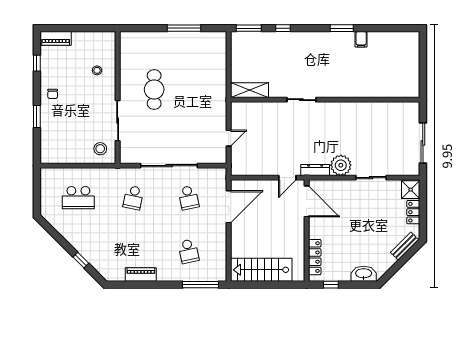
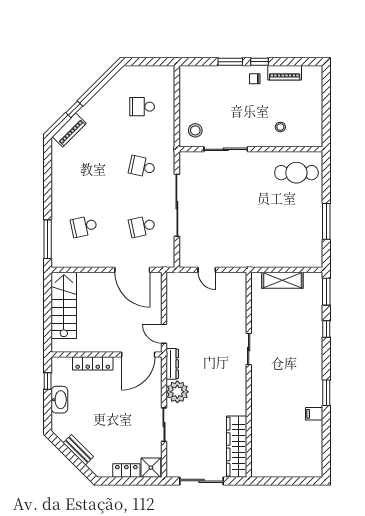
piano: (56, 38) -> (285, 73), moved, turned -90
window: (37, 63) -> (260, 62), moved
cafe table: (154, 89) -> (296, 173), moved
shelving: (249, 90) -> (282, 280), moved, turned 90
wardrobe: (391, 111) -> (237, 447), added
school desk: (78, 198) -> (142, 107), width x0.54
bench: (405, 246) -> (78, 450), moved
locker: (315, 257) -> (93, 363), moved
piano: (141, 274) -> (69, 130), moved, turned 45
washbasin: (364, 274) -> (59, 400), moved

